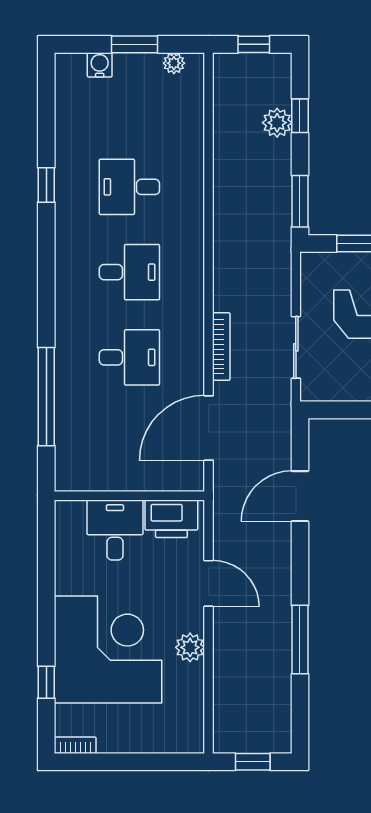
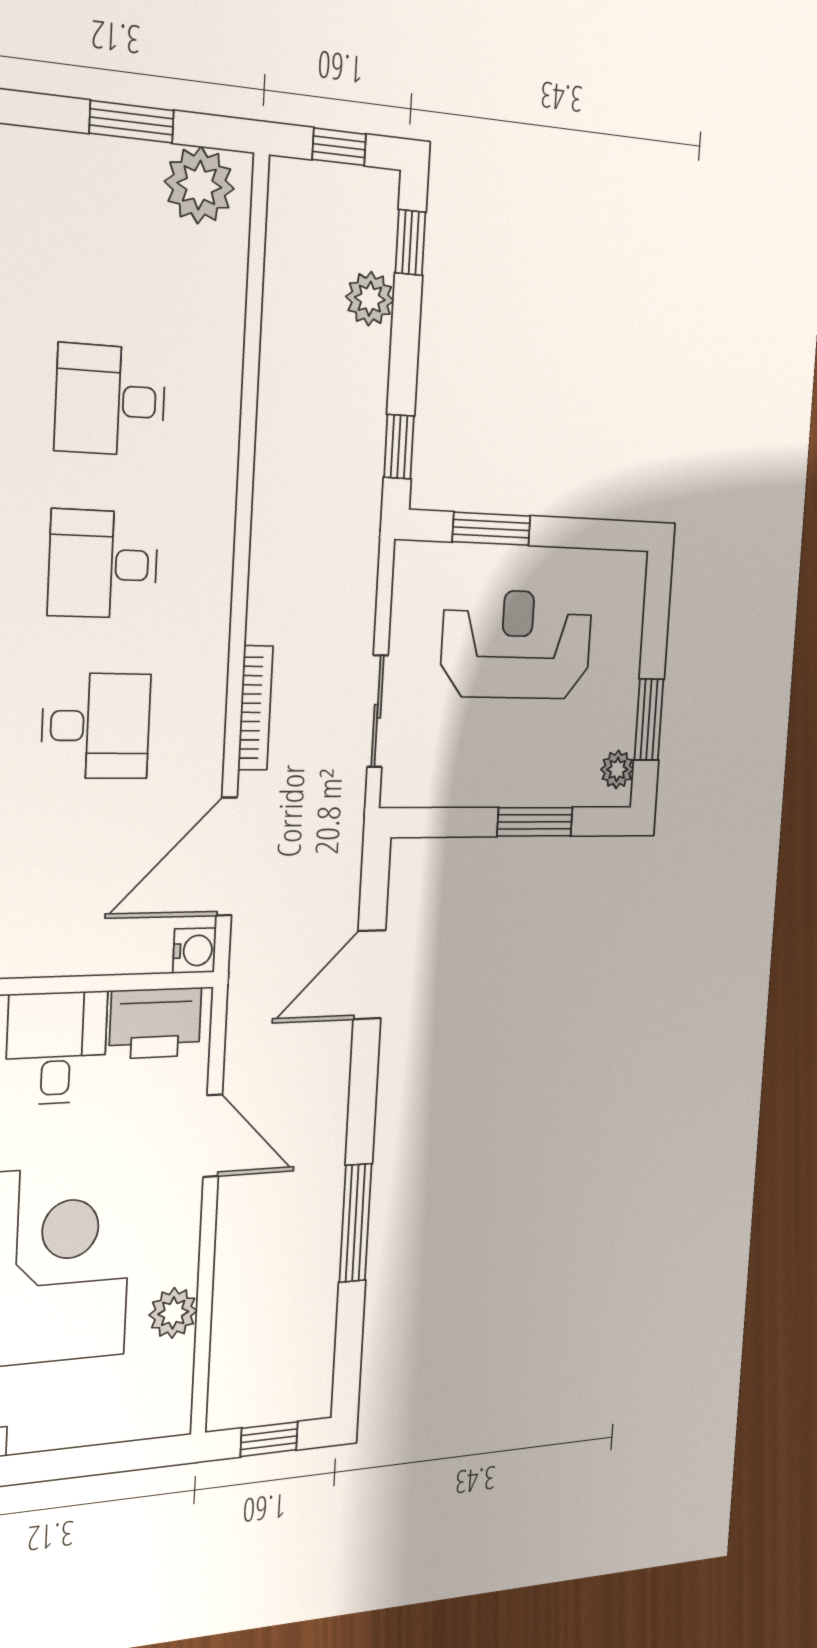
plant: (174, 63) -> (199, 185), width x1.88, depth x1.88
water cooler: (100, 65) -> (194, 951), moved, turned 90
window: (300, 116) -> (410, 243), moved
window: (300, 201) -> (399, 447), width x0.67
desk: (129, 272) -> (103, 564), turned 180
plant: (190, 647) -> (173, 1313), moved

